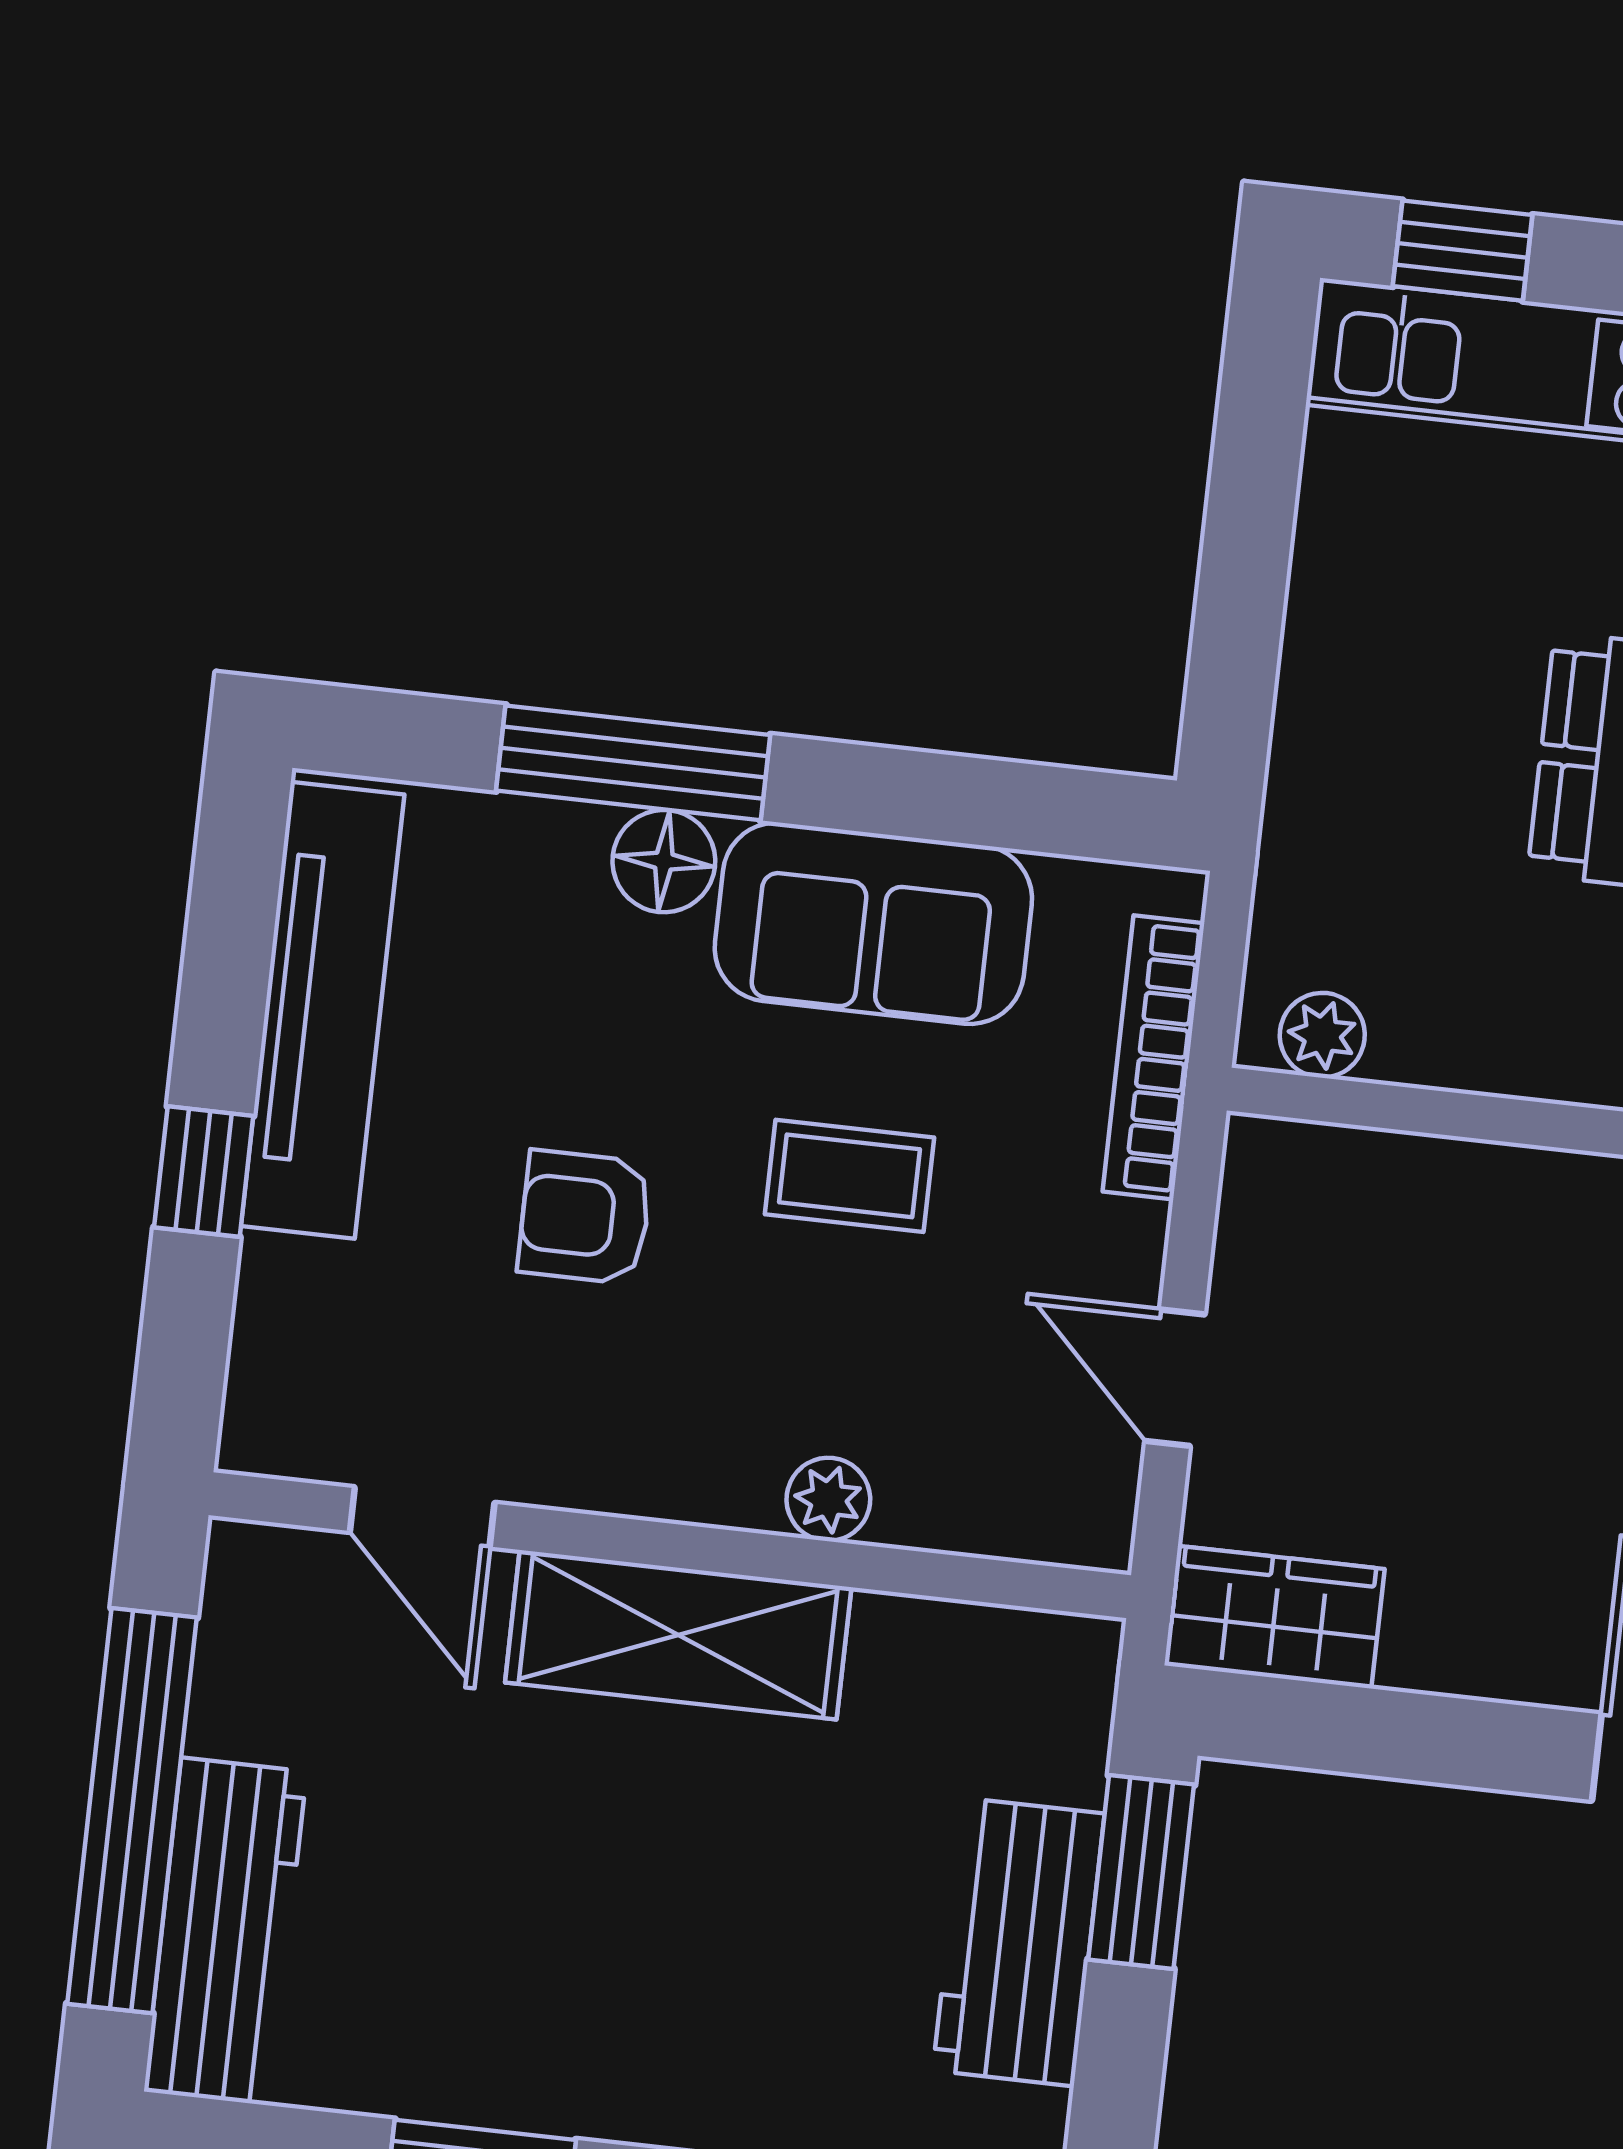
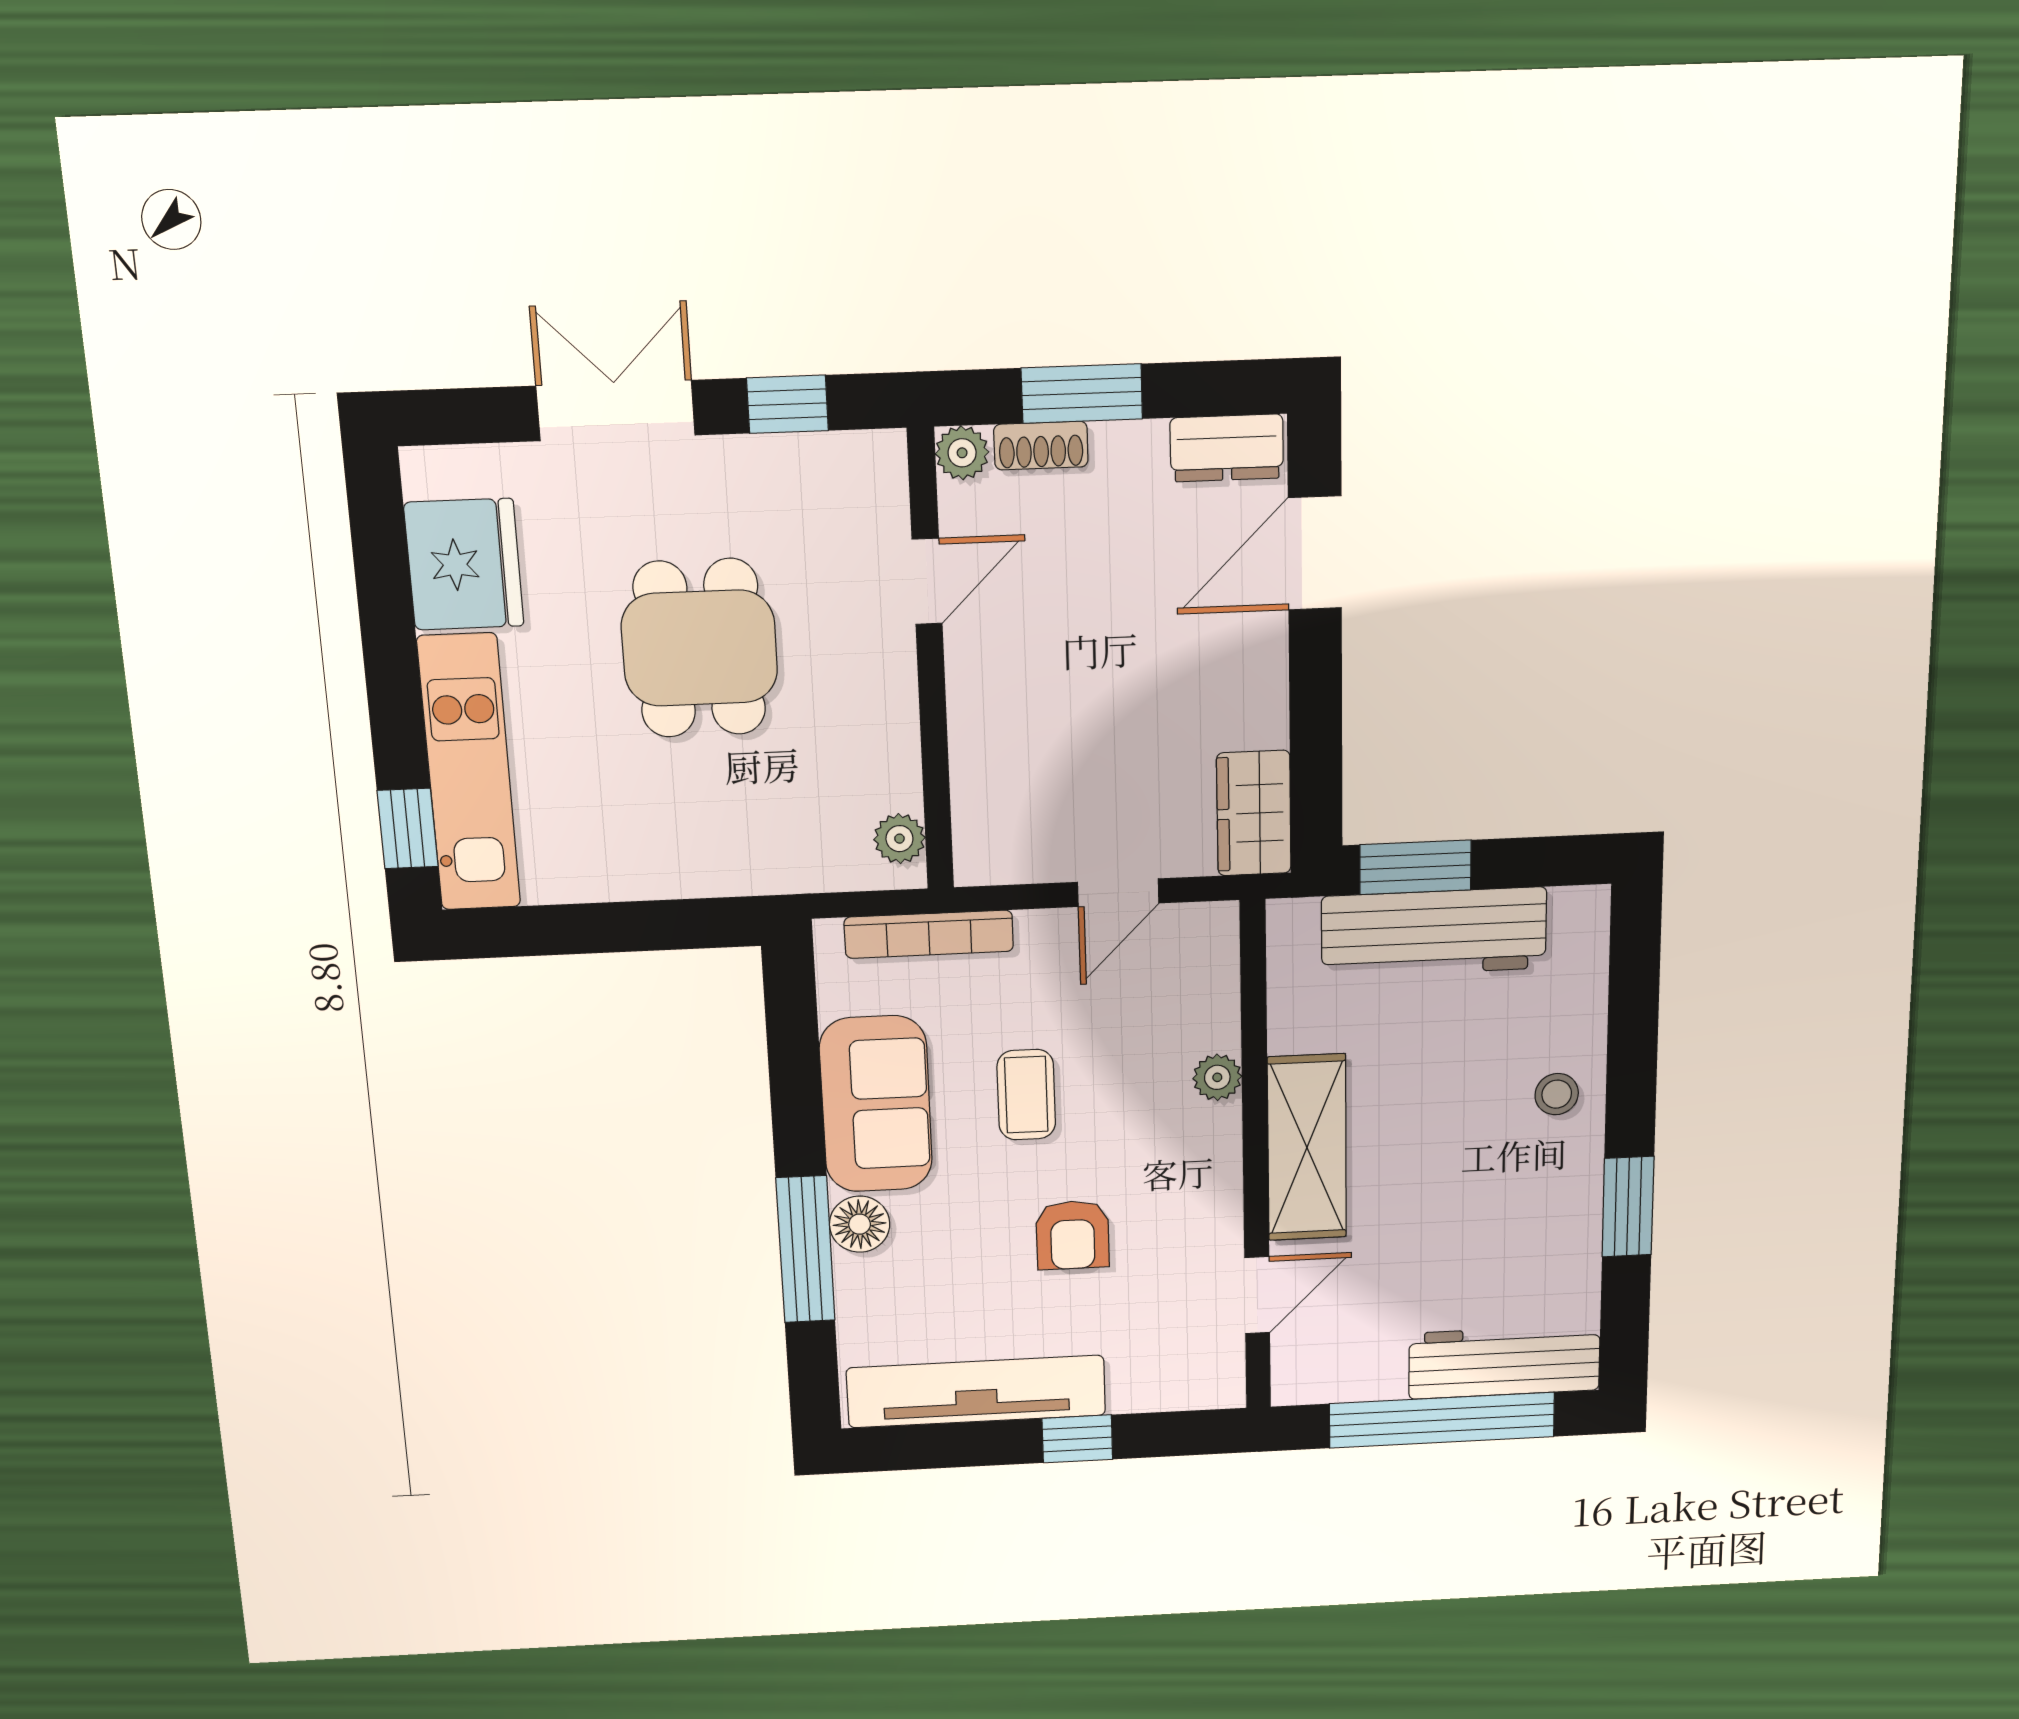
workbench: (1019, 1942) -> (1434, 932), width x1.38
stool: (706, 2069) -> (1557, 1094), added

